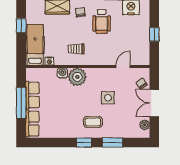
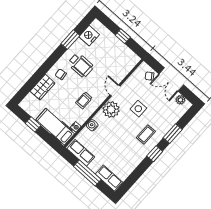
door: (123, 67) -> (115, 91), moved
plant: (77, 77) -> (111, 110), moved
row of seats: (33, 95) -> (81, 153), moved

